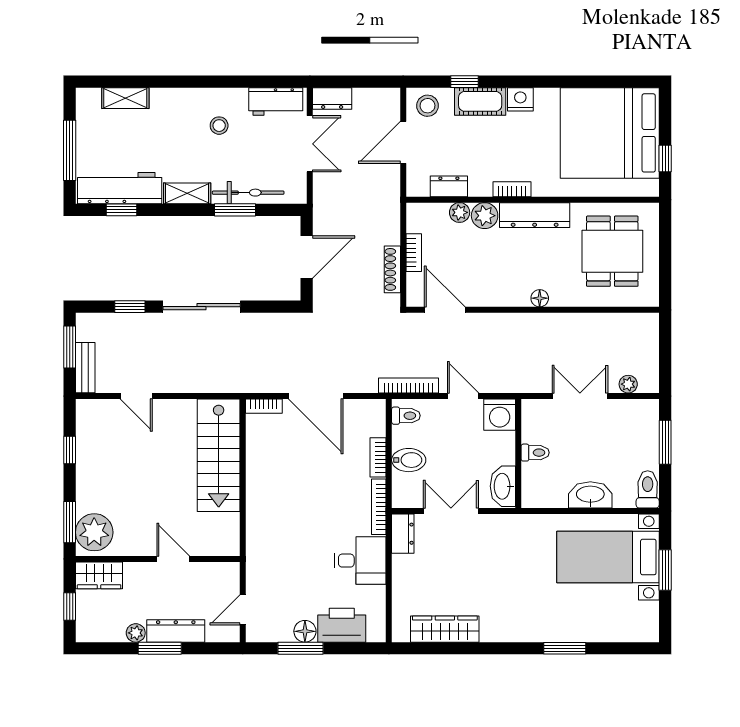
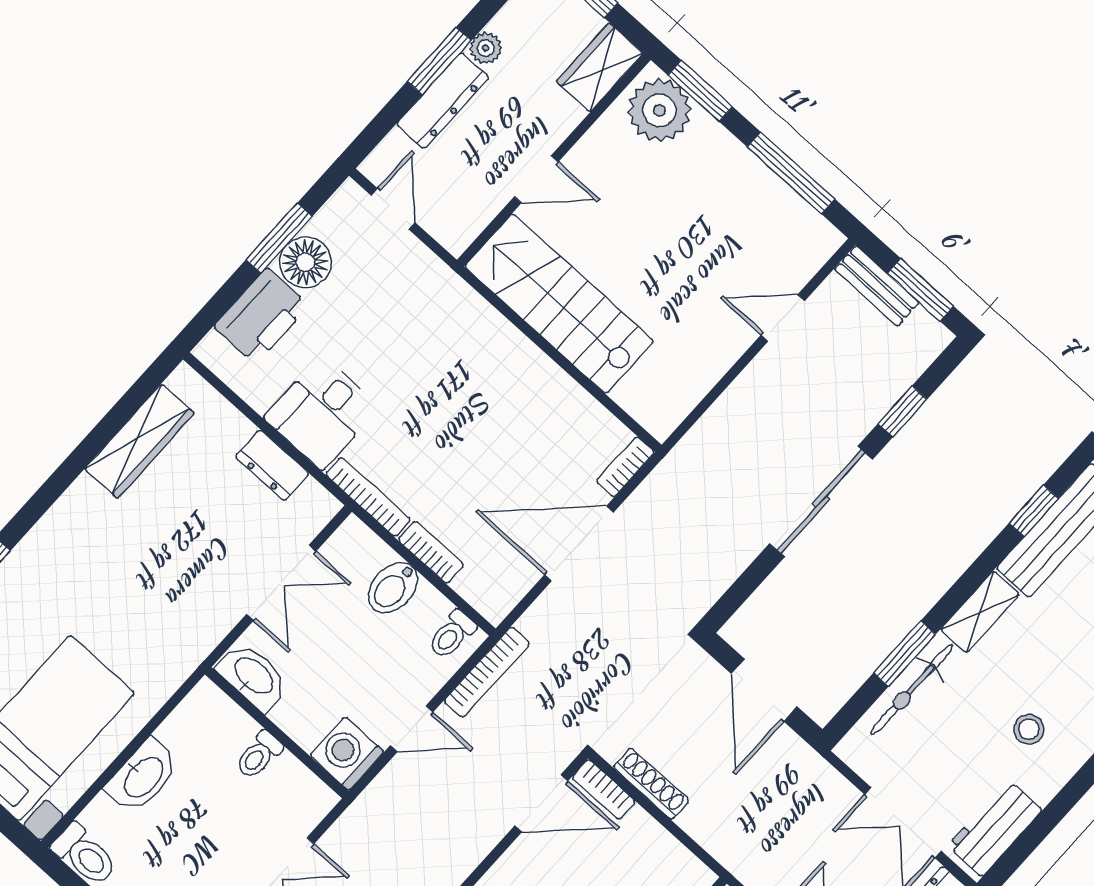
bookcase: (414, 253) -> (604, 789), moved
window: (70, 450) -> (791, 173), width x2.17
stairs: (219, 455) -> (559, 304), moved
dresser: (403, 534) -> (272, 465), moved
floor lamp: (305, 631) -> (305, 262), width x1.38, depth x1.38

